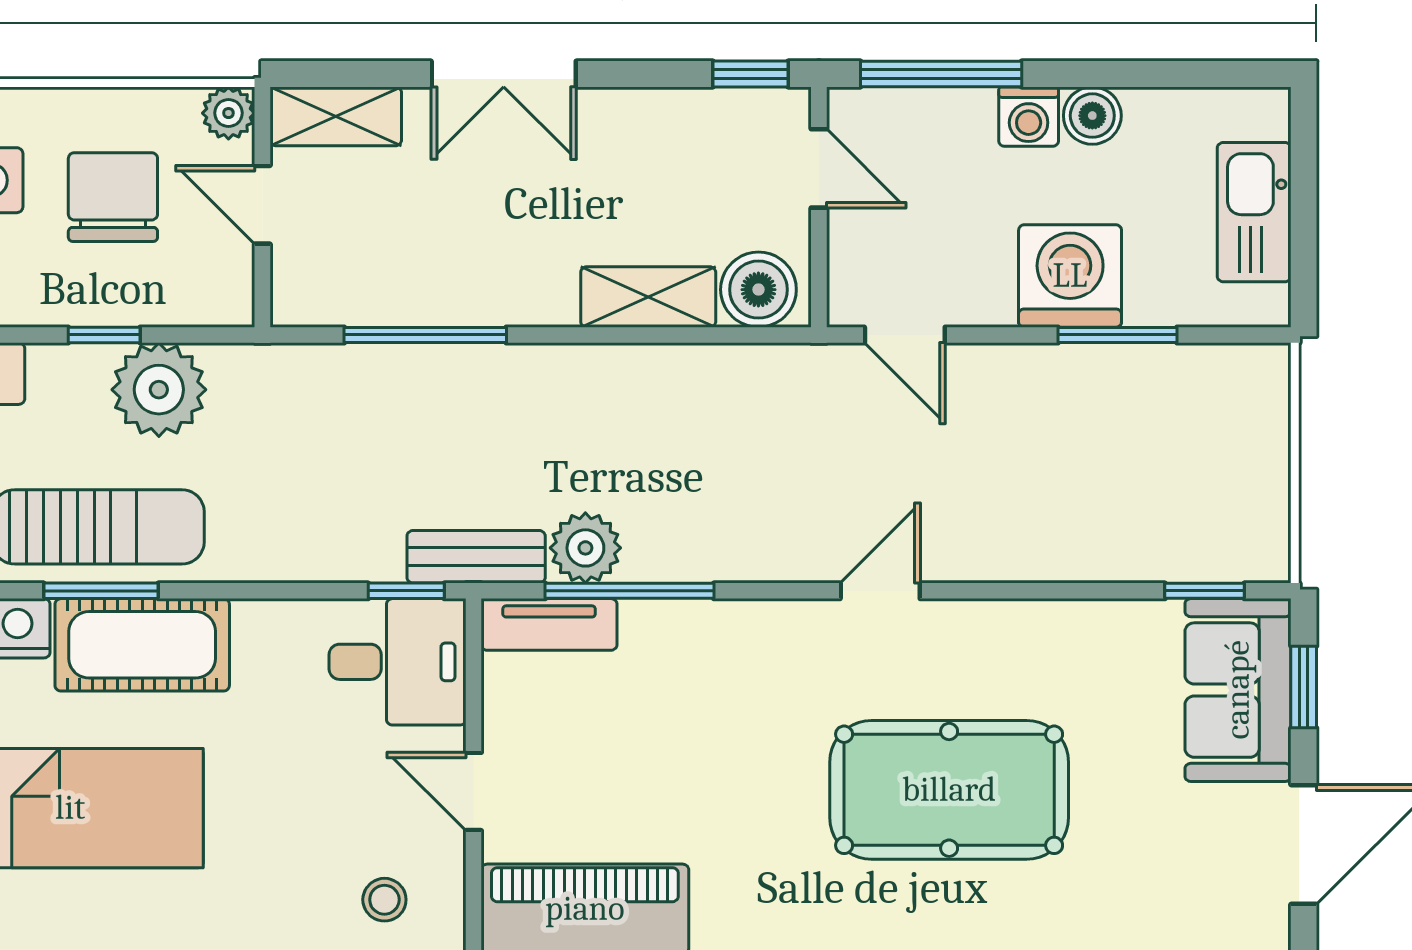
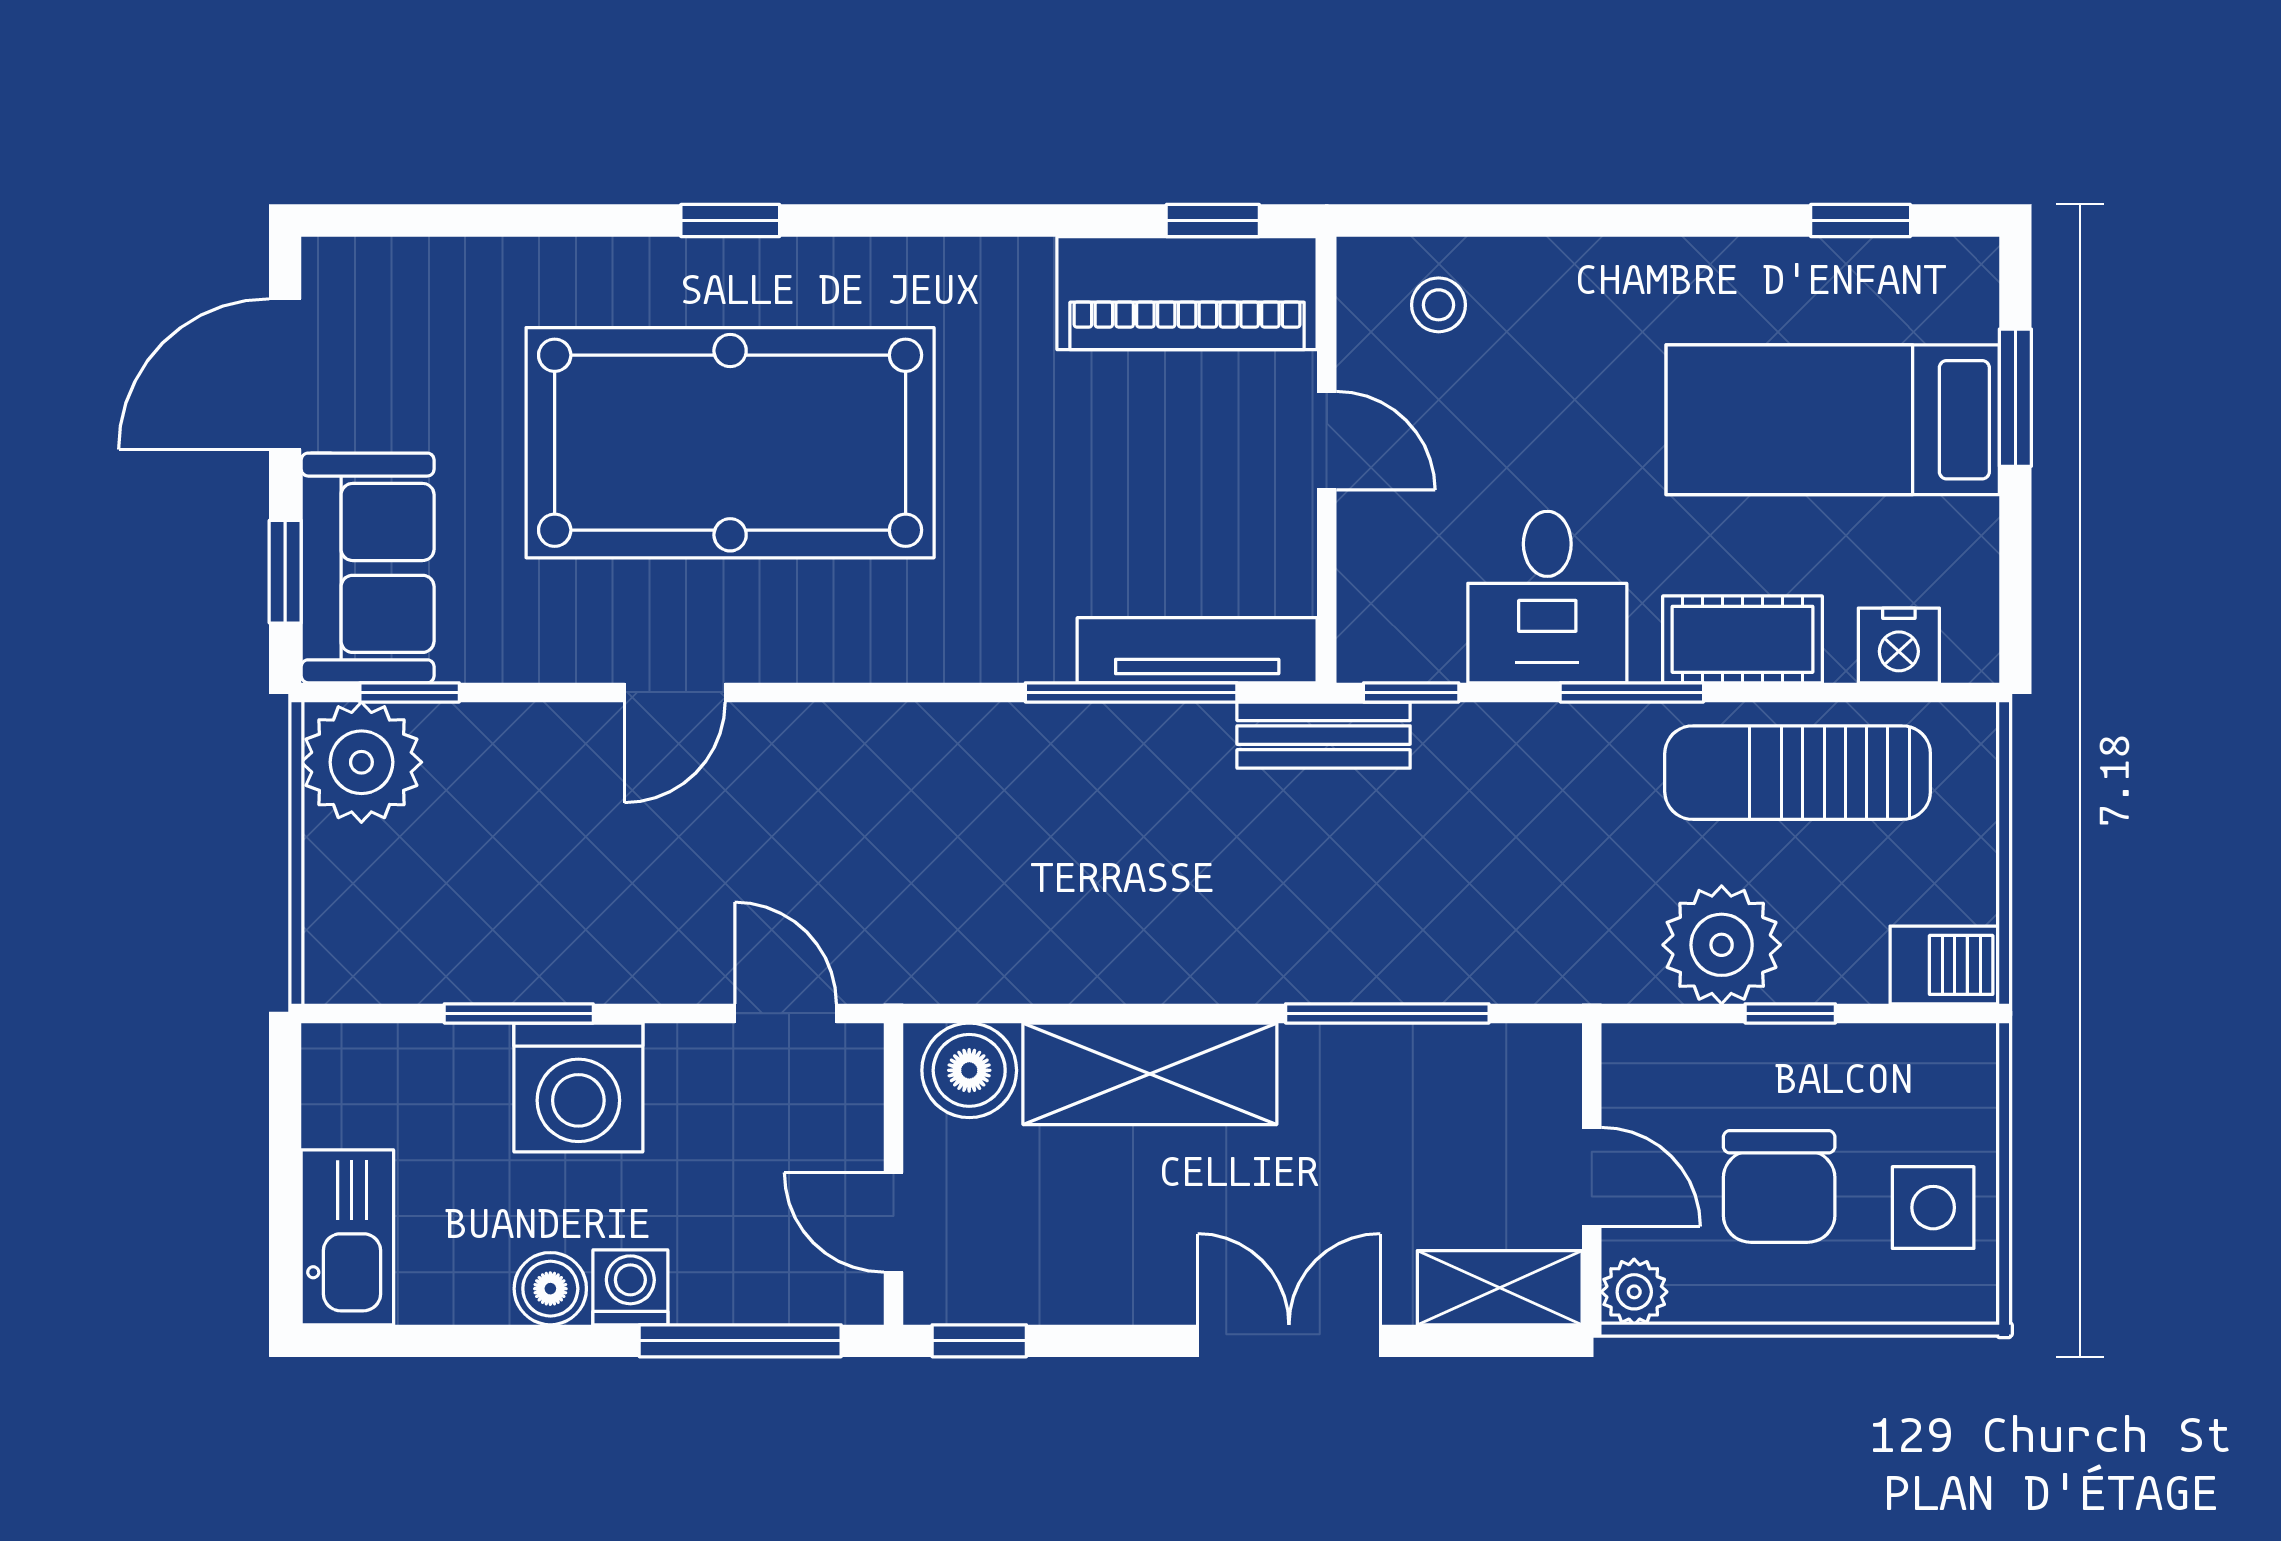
kitchen sink: (1254, 212) -> (347, 1237), moved
shelving: (648, 297) -> (1150, 1074), width x1.50, depth x1.33
plant: (585, 548) -> (361, 762), moved, width x1.36, depth x1.36
window: (101, 591) -> (1632, 692), moved
door: (880, 591) -> (675, 692), moved
tv unit: (549, 624) -> (1197, 650), width x1.41
cot: (142, 645) -> (1743, 639), width x0.73, depth x0.75
desk: (397, 662) -> (1547, 597), moved, turned -90
pool table: (949, 790) -> (730, 443), width x1.36, depth x1.32

